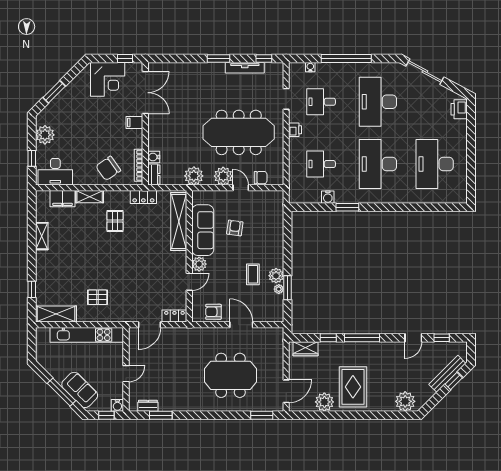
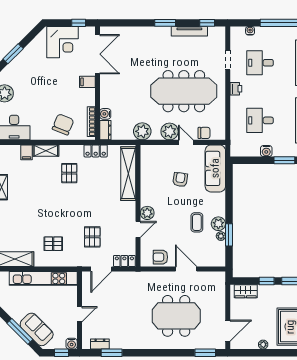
chair: (108, 168) -> (63, 124), turned 147
filing cabinet: (63, 199) -> (26, 152), width x0.50
sofa: (203, 230) -> (215, 168), moved, turned 180
pallet: (140, 290) -> (92, 237), added
plant: (324, 402) -> (263, 345), width x0.53, depth x0.53

